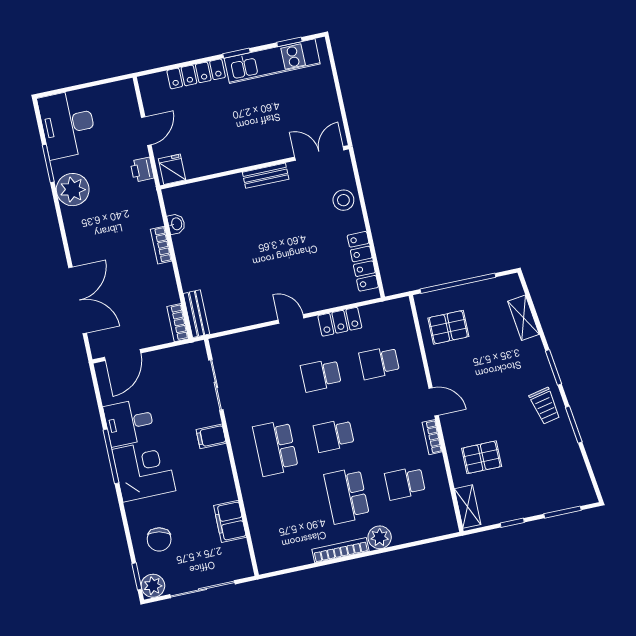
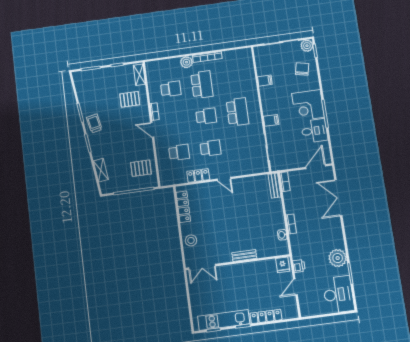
bench: (266, 176) -> (244, 255), moved
filing cabinet: (230, 521) -> (265, 81), width x0.50

